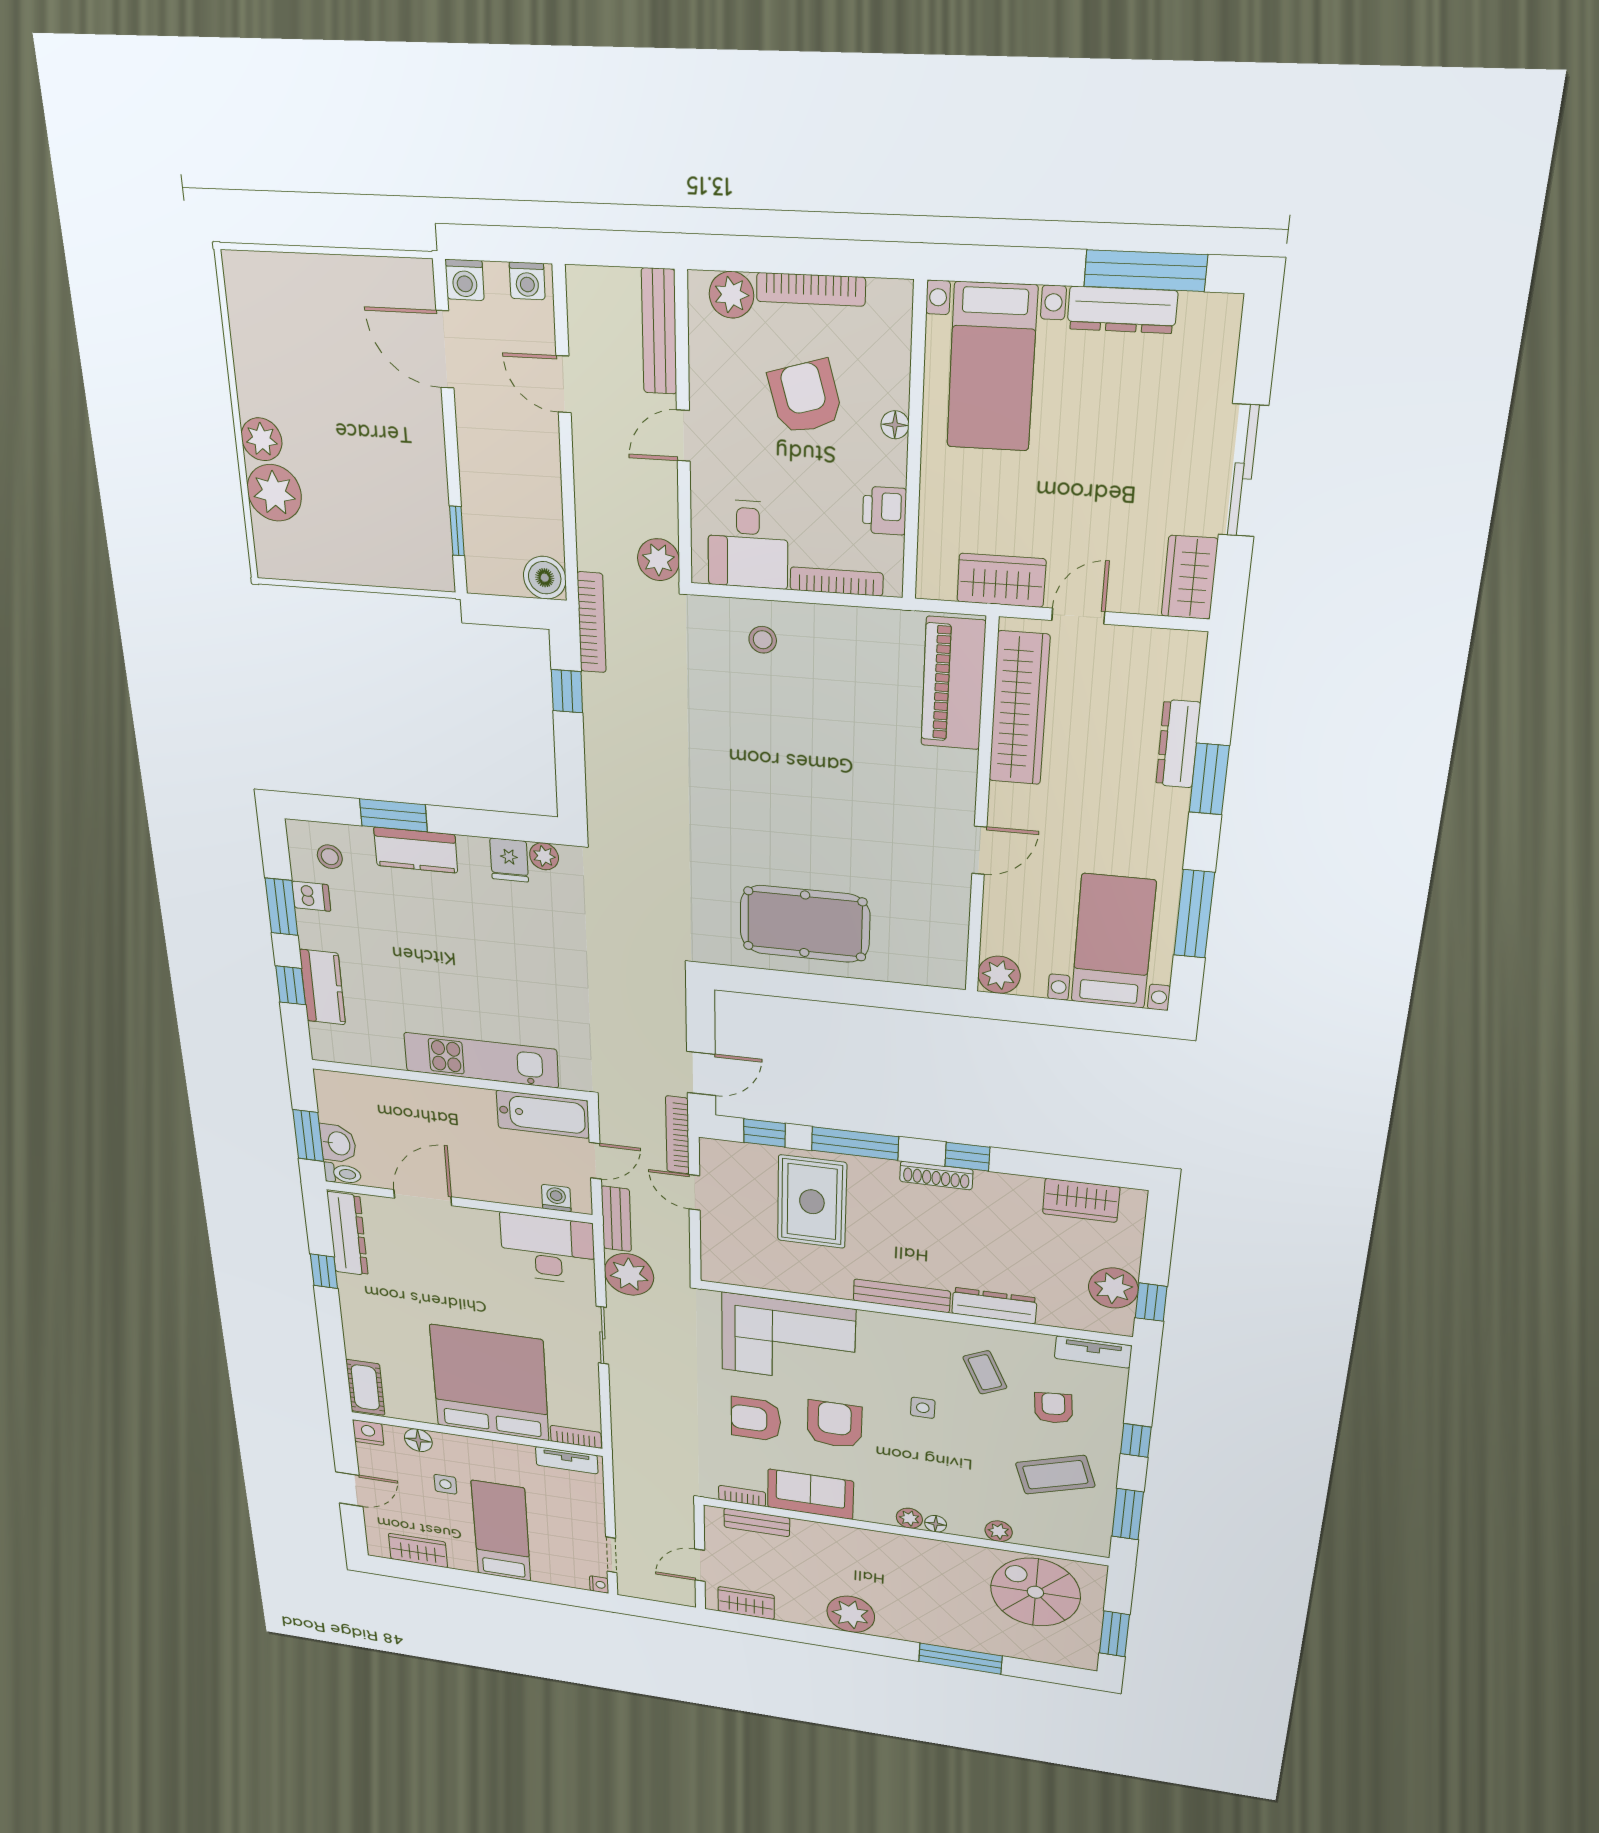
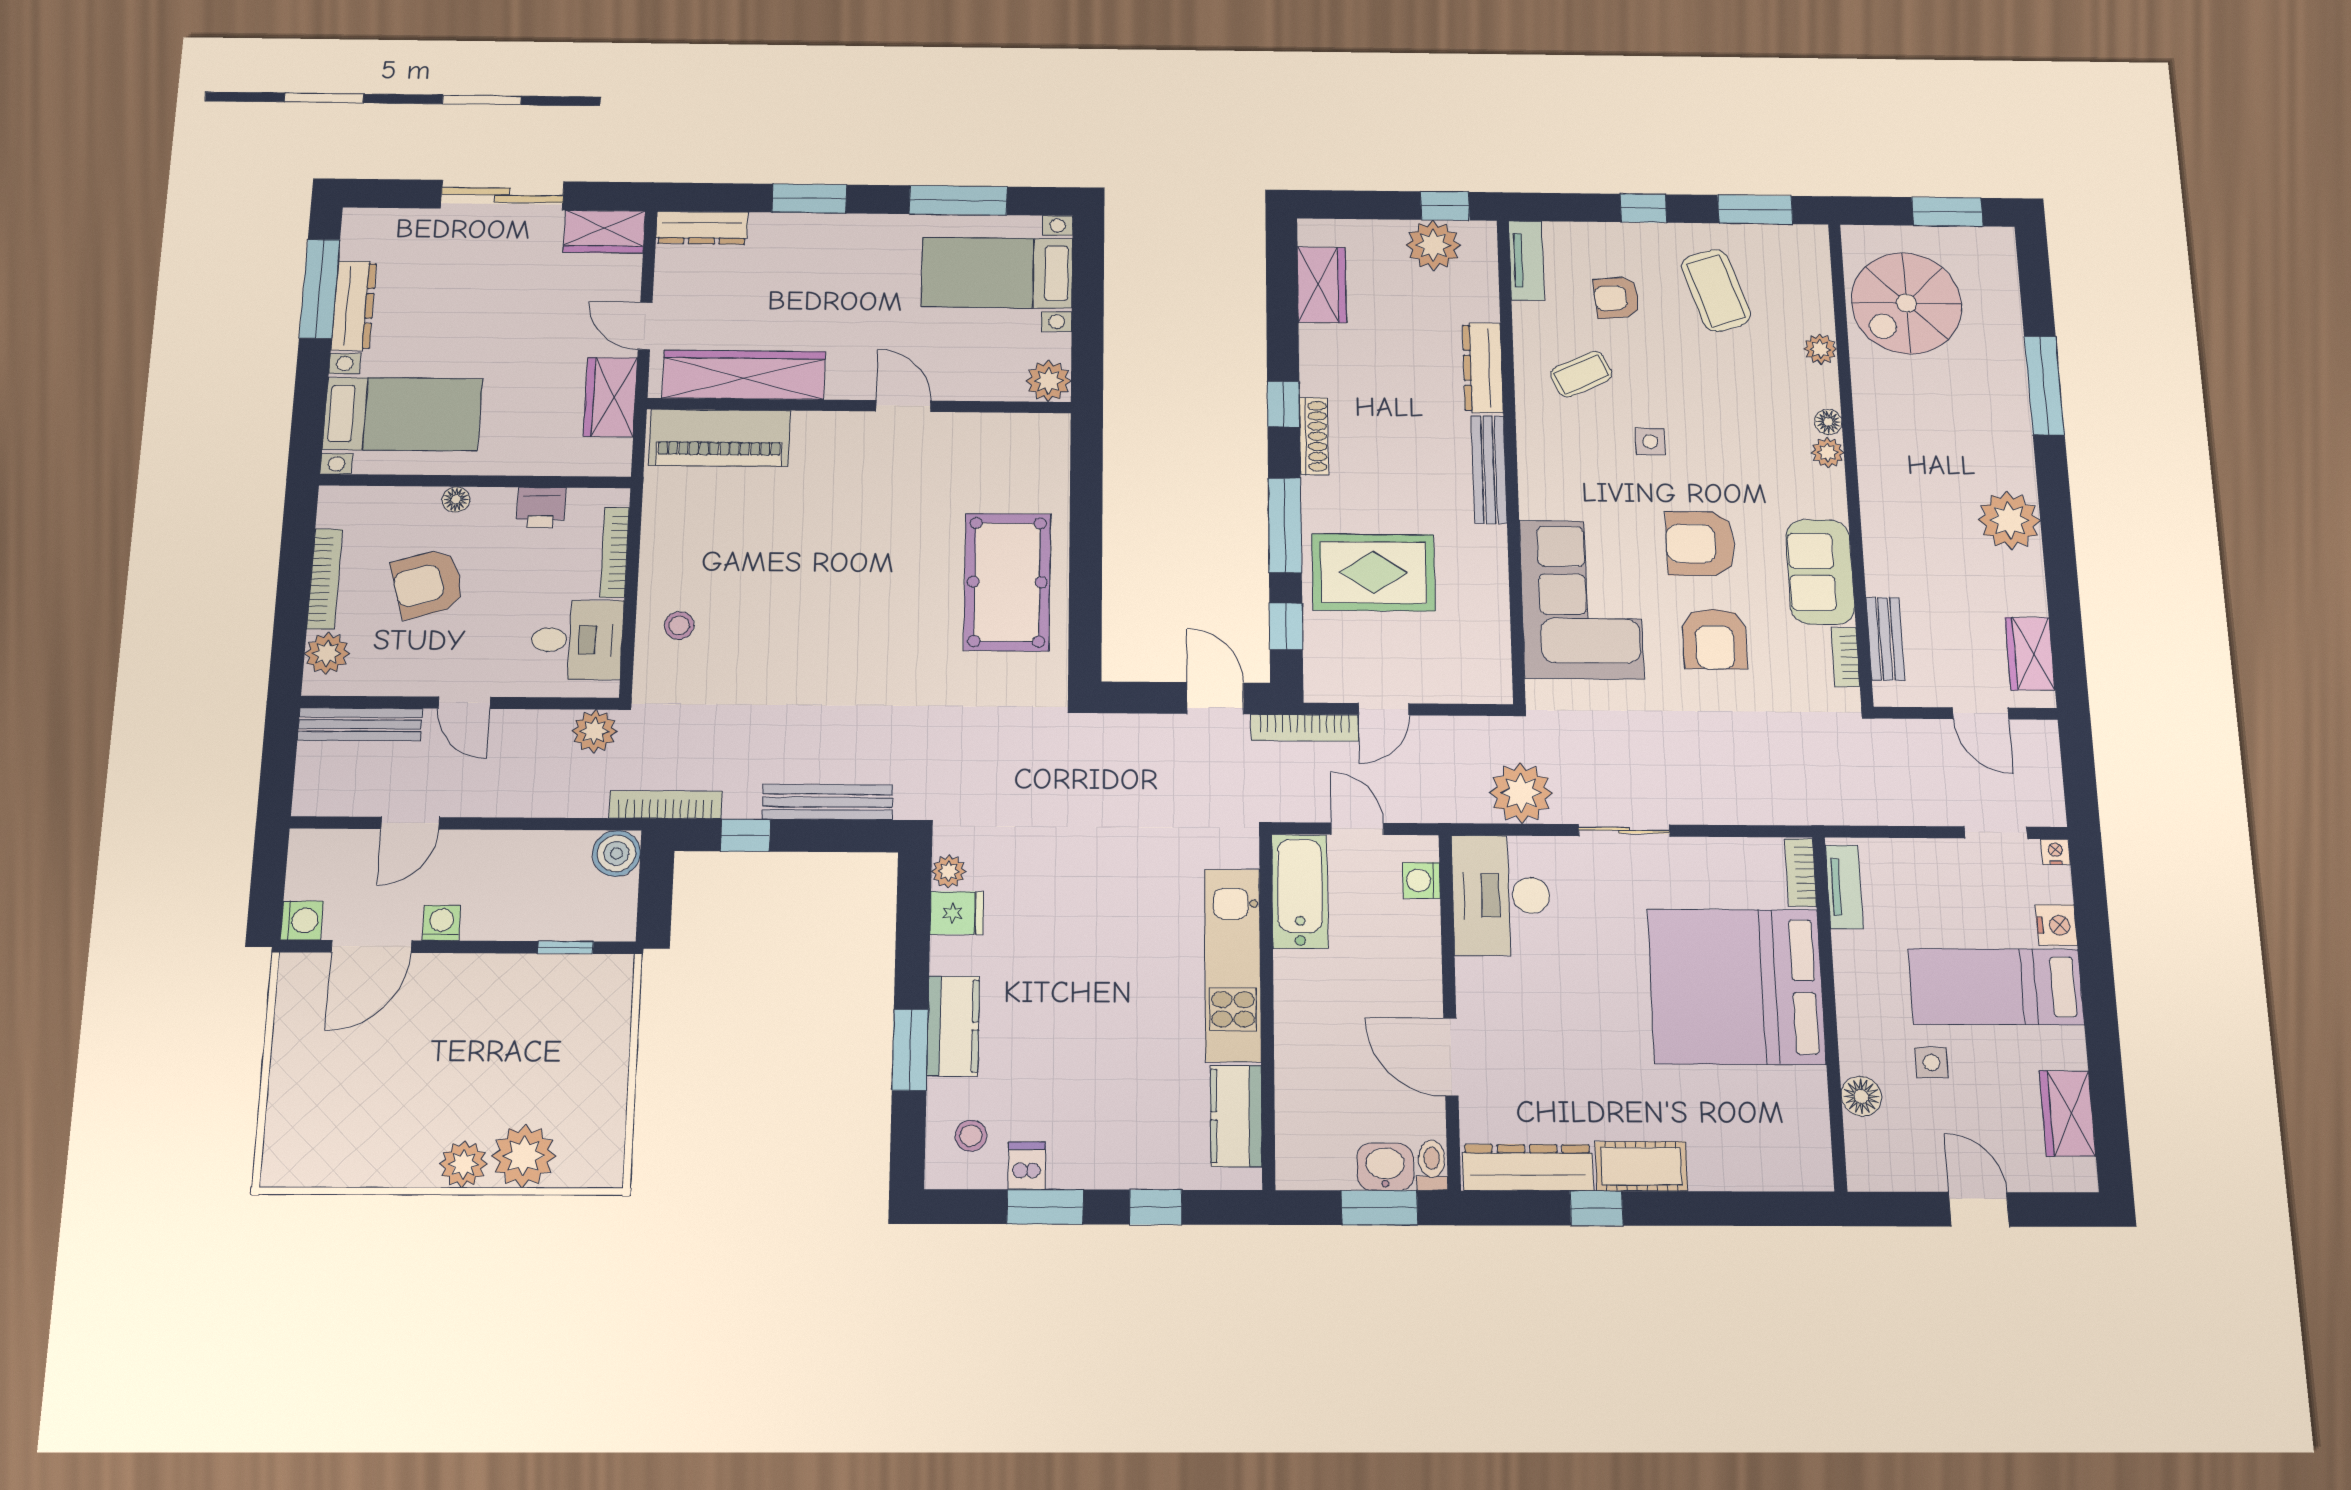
washing machine: (527, 281) -> (441, 923), moved, turned -90
dresser: (1178, 744) -> (702, 228), moved
kitchen counter: (323, 987) -> (1236, 1116), moved, turned -90
bench: (616, 1219) -> (827, 802), moved, width x1.36
cot: (365, 1387) -> (1641, 1166), moved
nightstand: (368, 1433) -> (2056, 925), moved, turned 180

